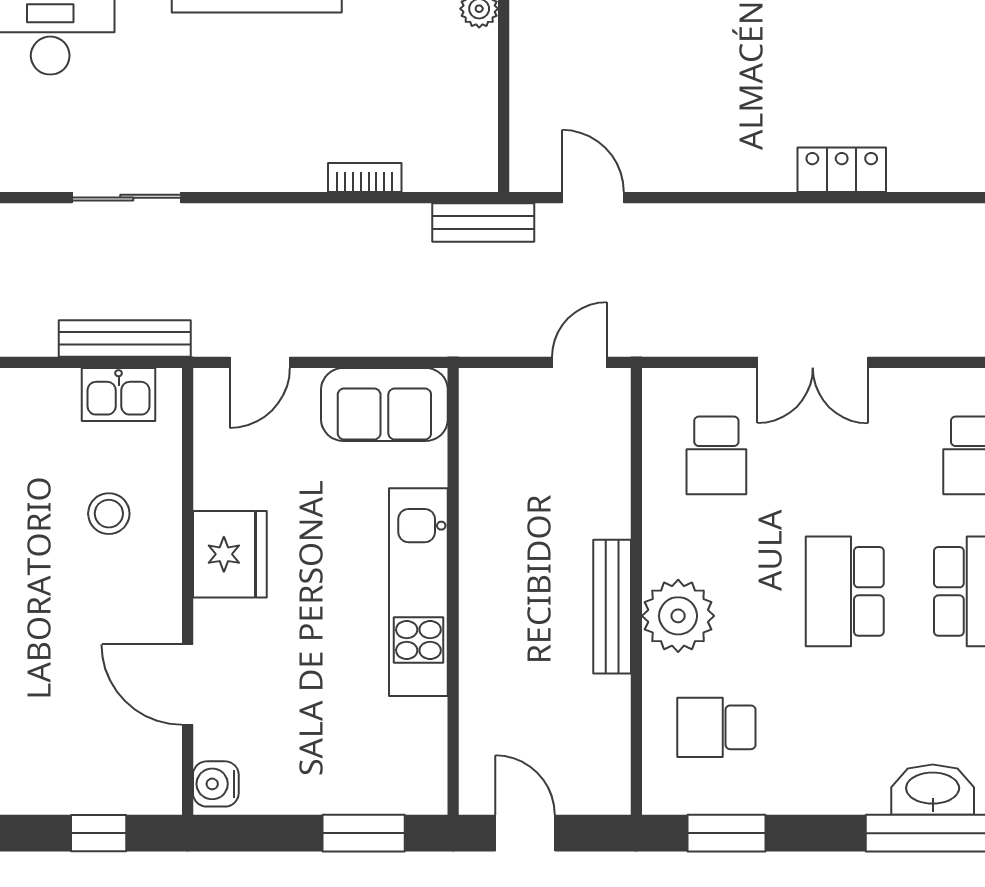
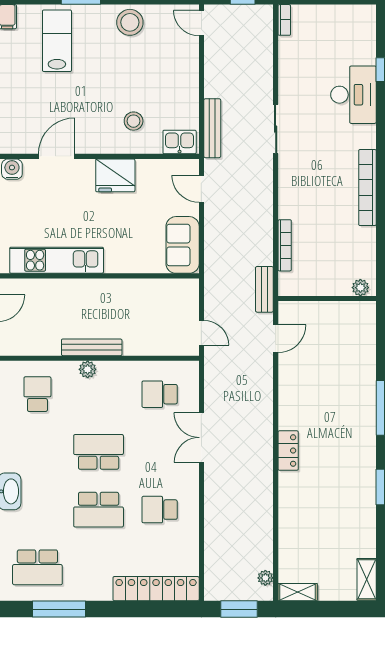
bookcase: (365, 177) -> (285, 245), width x1.56
kitchen sink: (119, 394) -> (180, 142), moved, turned 90
kitchen unit: (418, 592) -> (57, 260), moved
plant: (678, 616) -> (88, 369), width x0.53, depth x0.53

